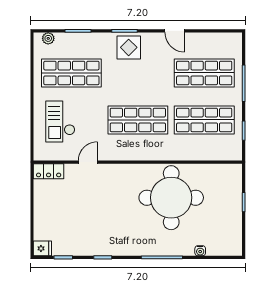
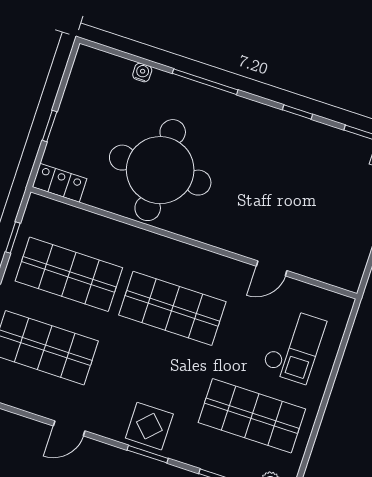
door: (175, 31) -> (69, 428), swing flipped
locker: (49, 171) -> (60, 183), moved

